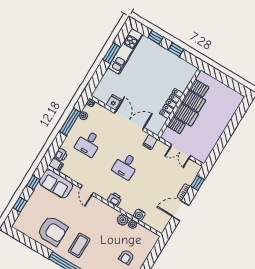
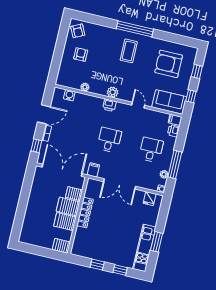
server rack: (199, 88) -> (61, 246), moved
fridge: (114, 102) -> (150, 199), moved
double door: (180, 151) -> (62, 170), width x1.87
water cooler: (139, 215) -> (69, 95), moved
plant: (123, 220) -> (113, 92), moved
armchair: (52, 231) -> (169, 64), moved

